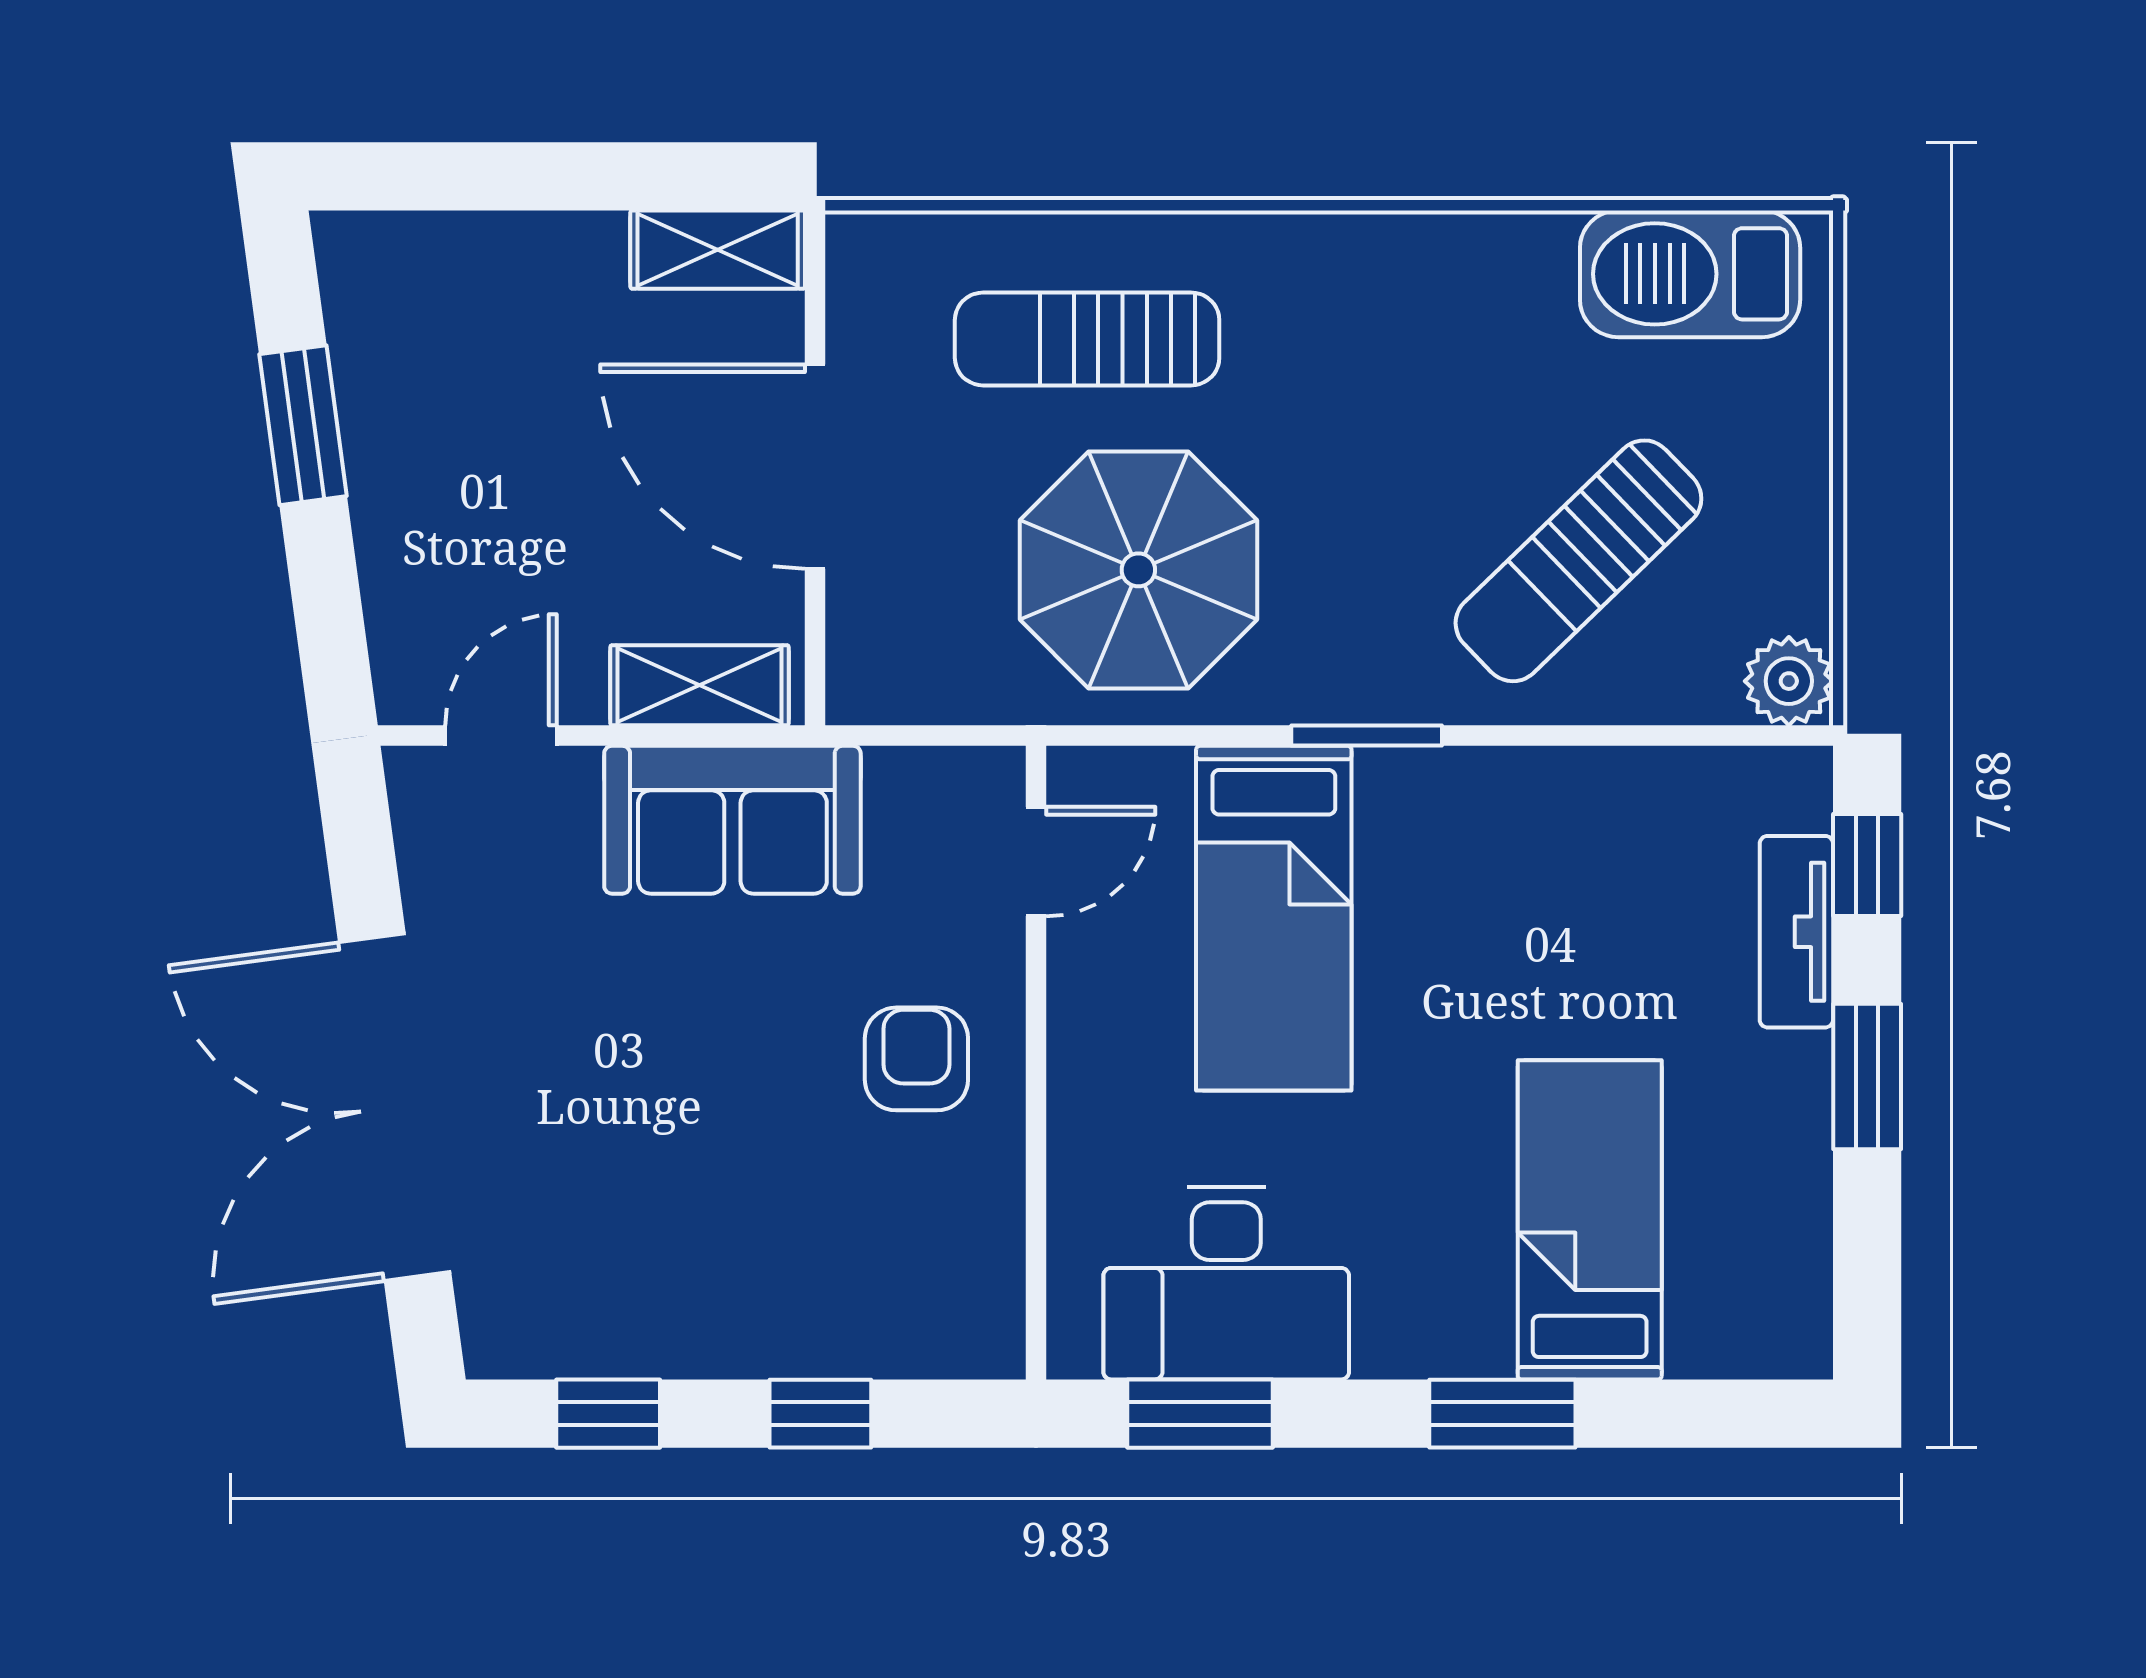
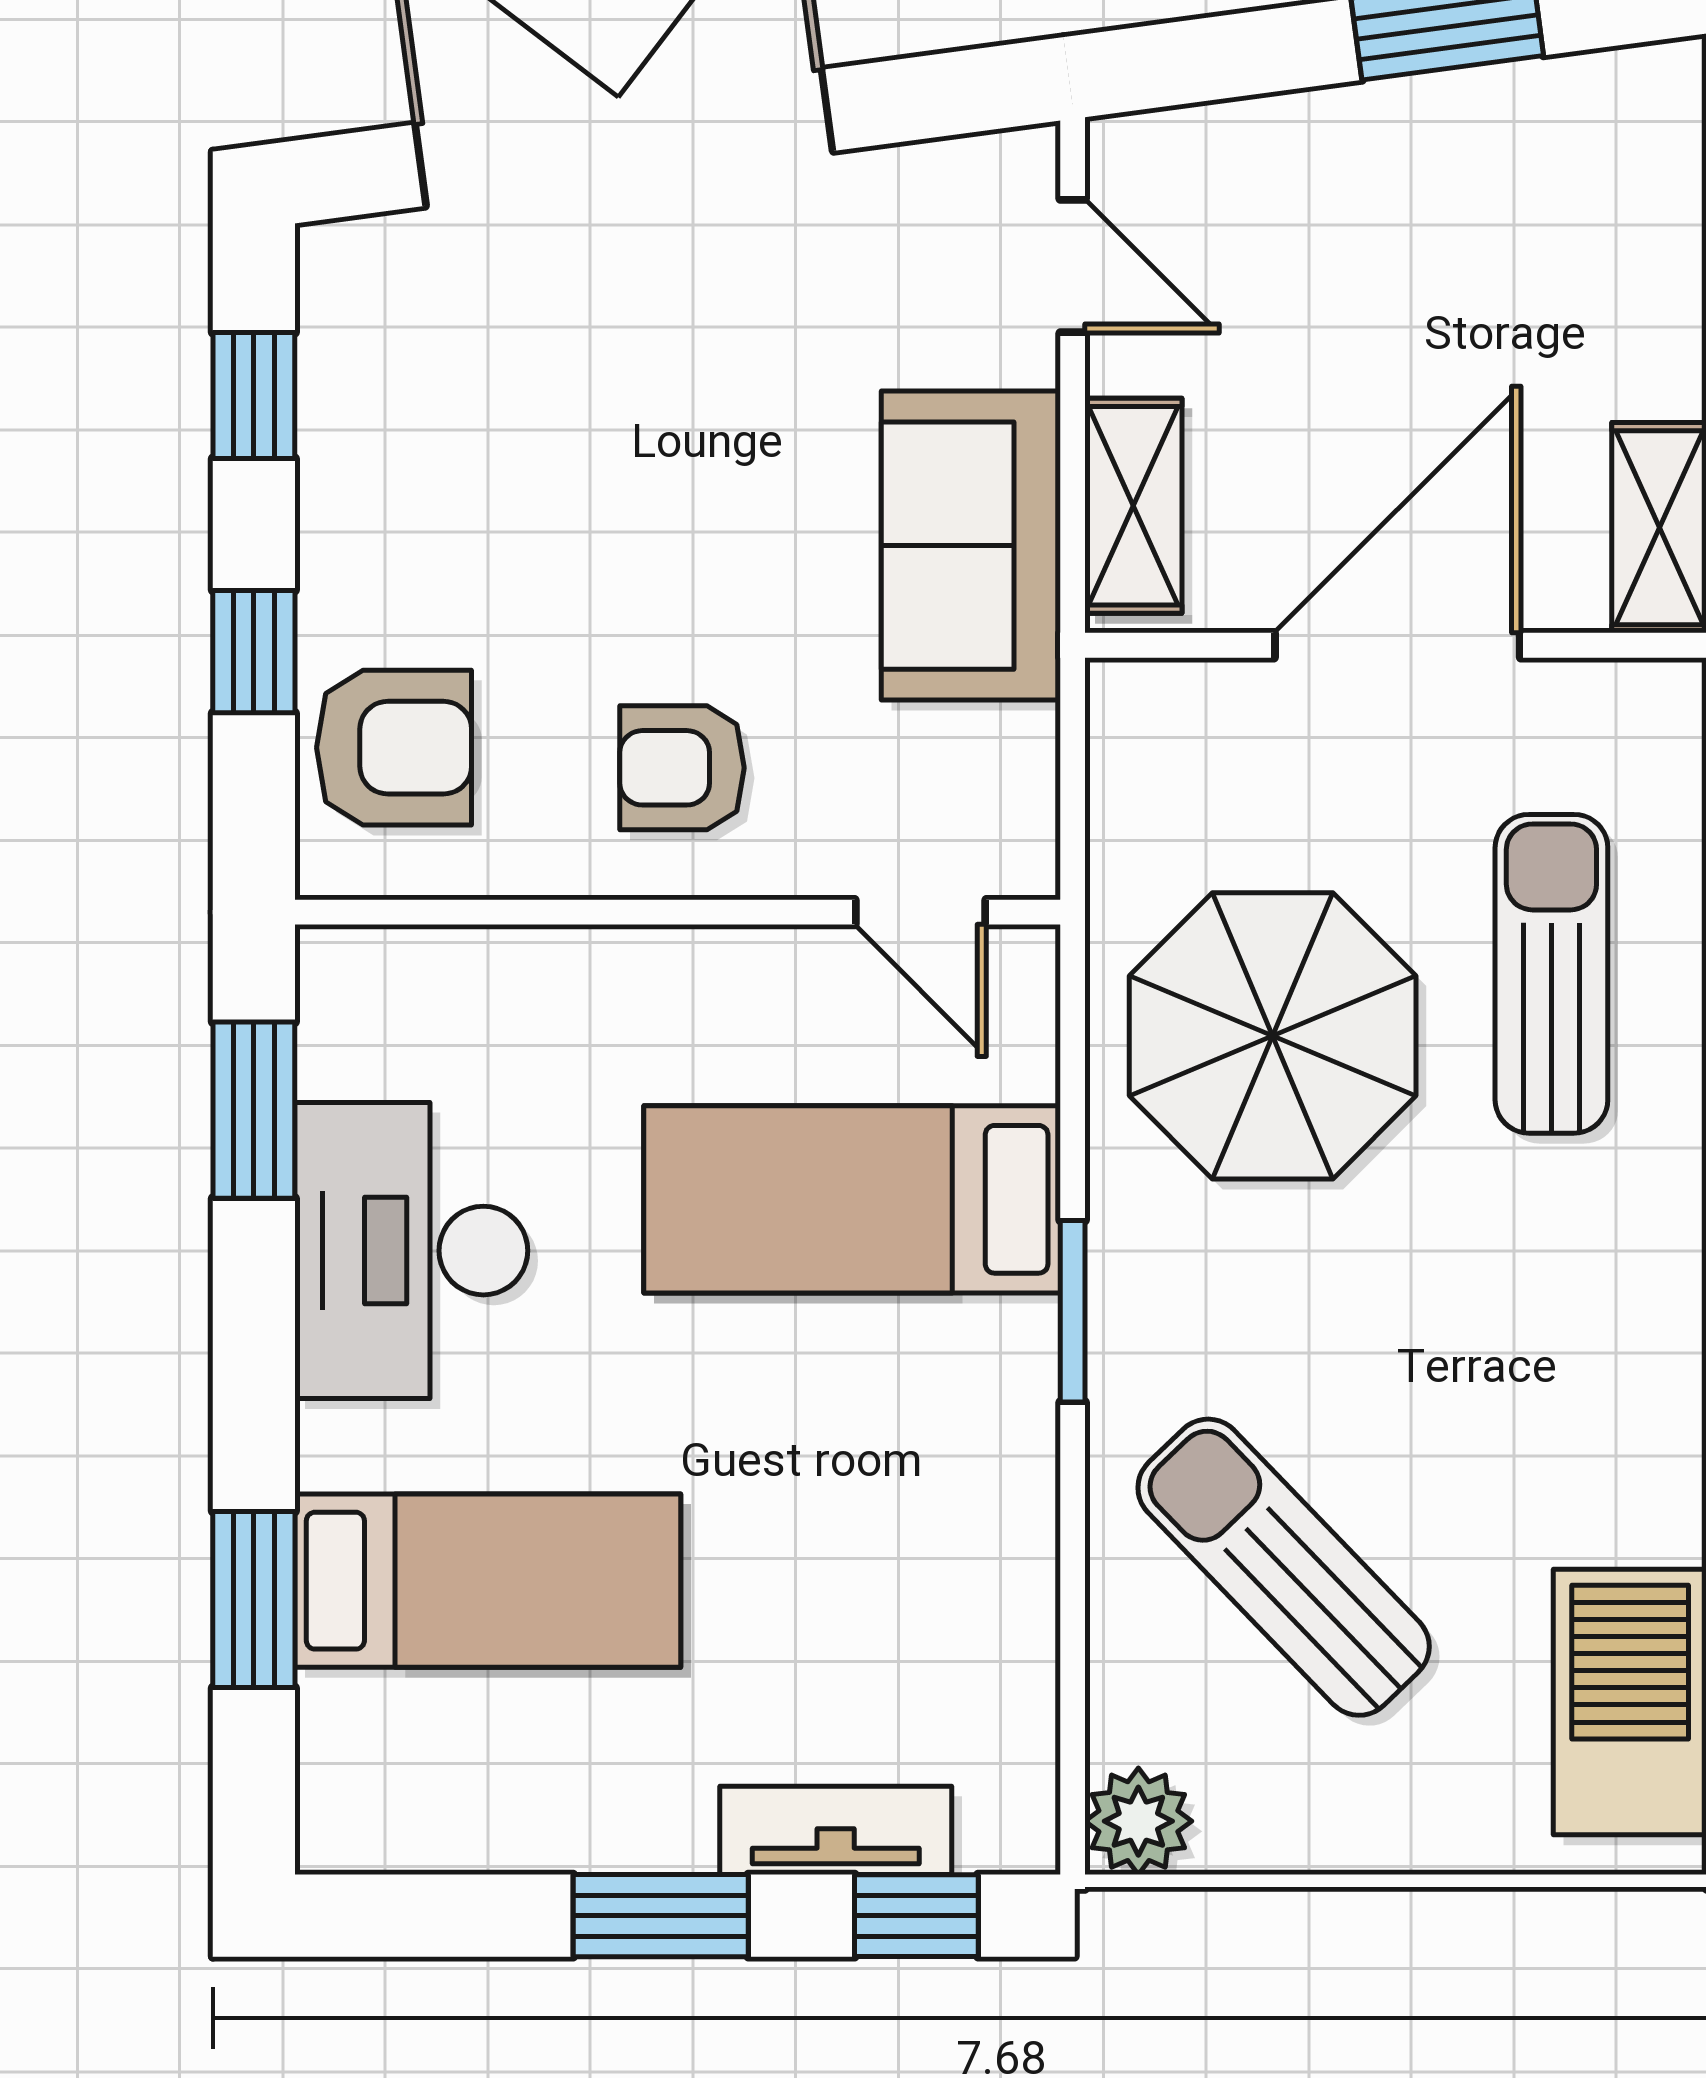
armchair: (916, 1059) -> (682, 768), turned 180
desk: (1226, 1283) -> (411, 1251), moved
armchair: (900, 1297) -> (394, 748), added
window: (1502, 1414) -> (254, 1599), moved

